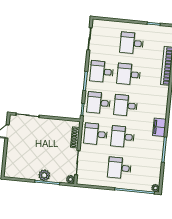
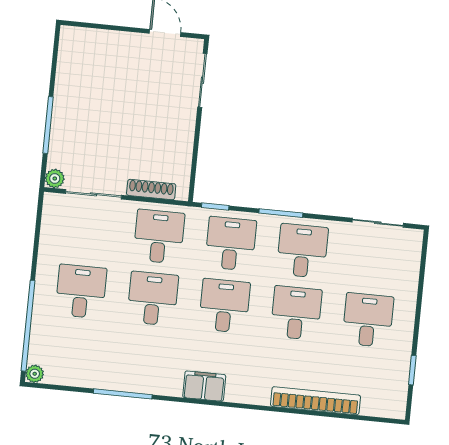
filing cabinet: (159, 127) -> (204, 386), moved
plant: (44, 175) -> (64, 118), removed

